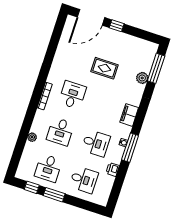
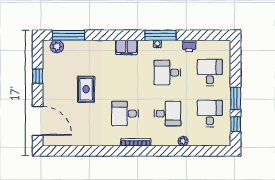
window: (117, 26) -> (38, 76), moved
plant: (142, 78) -> (57, 46), moved
desk: (96, 143) -> (167, 73), turned -90
desk: (48, 168) -> (210, 114), turned -90

